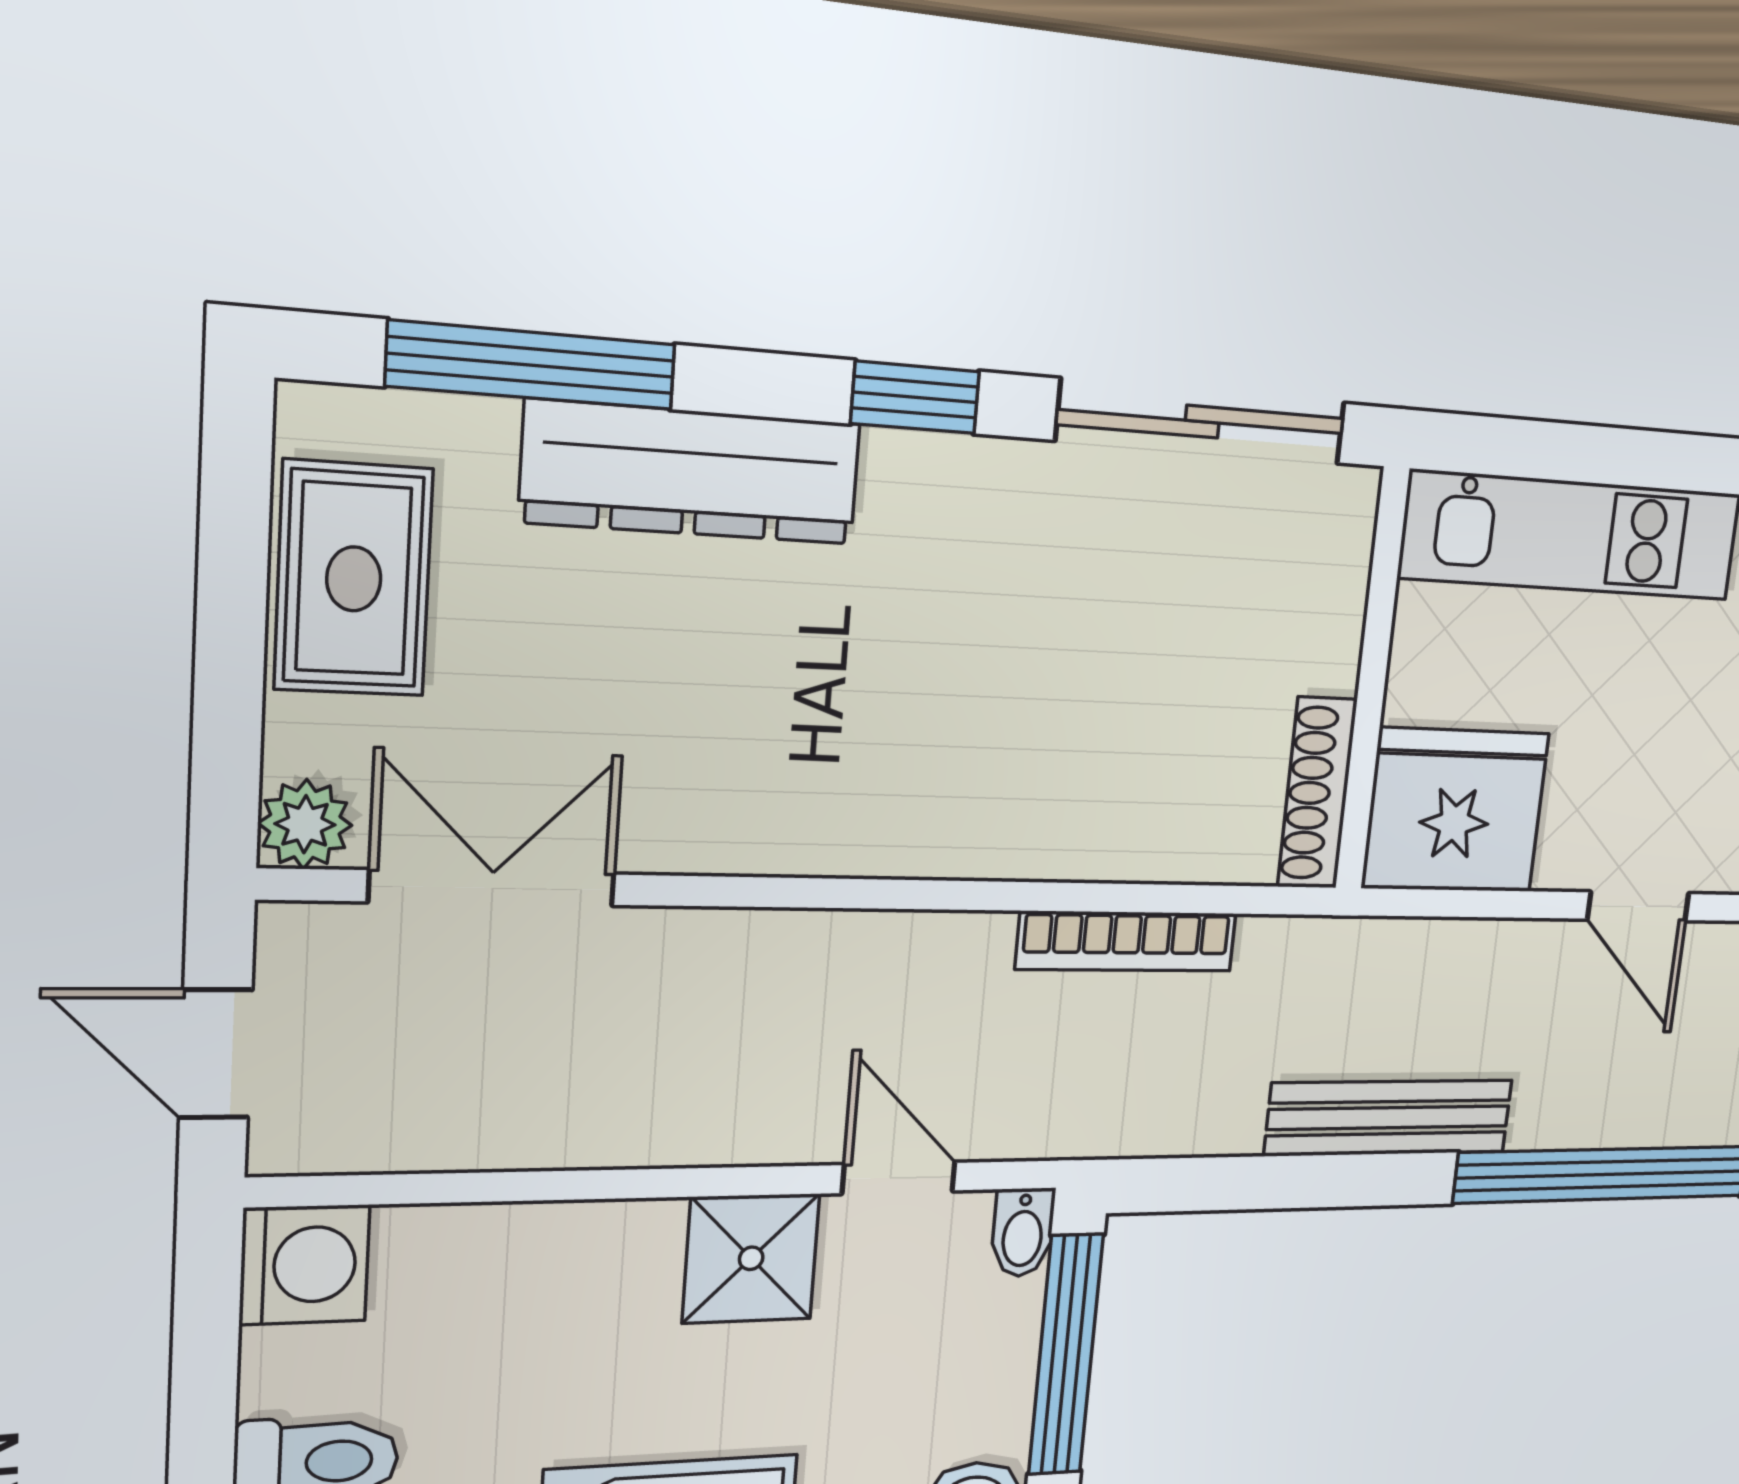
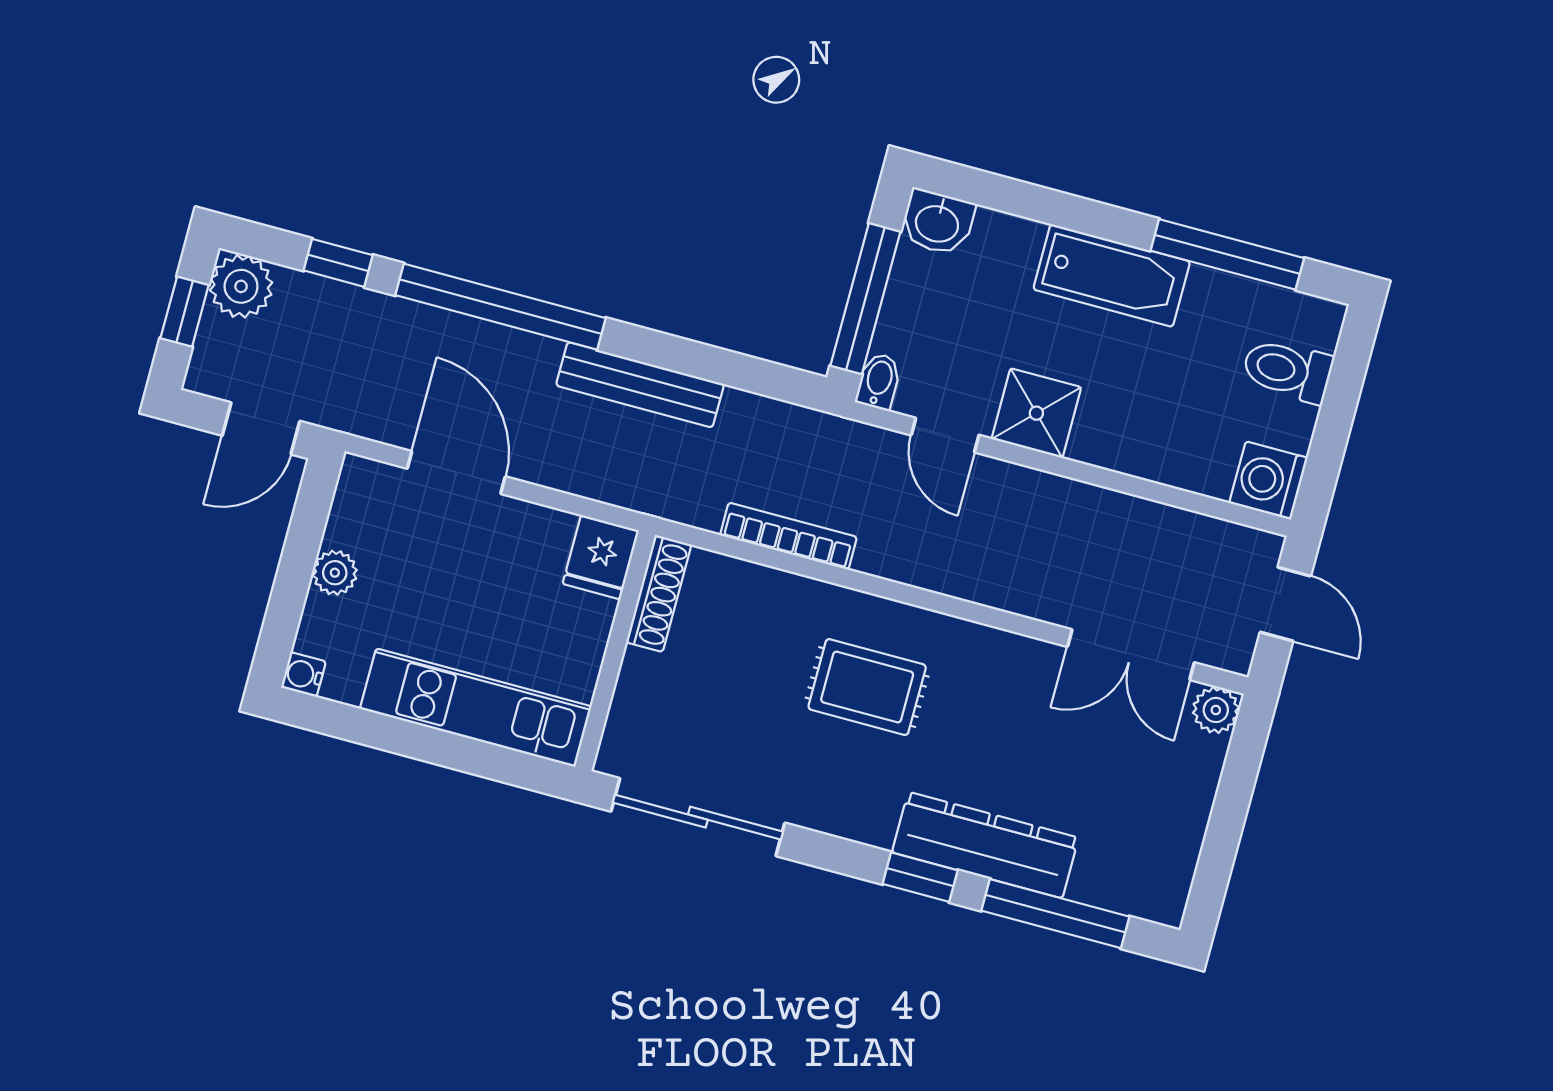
window: (915, 397) -> (920, 877), moved
rug: (354, 579) -> (867, 687), moved, turned 90
fridge: (1455, 810) -> (601, 557), width x0.53, depth x0.75
door: (1638, 906) -> (456, 473), width x1.38

